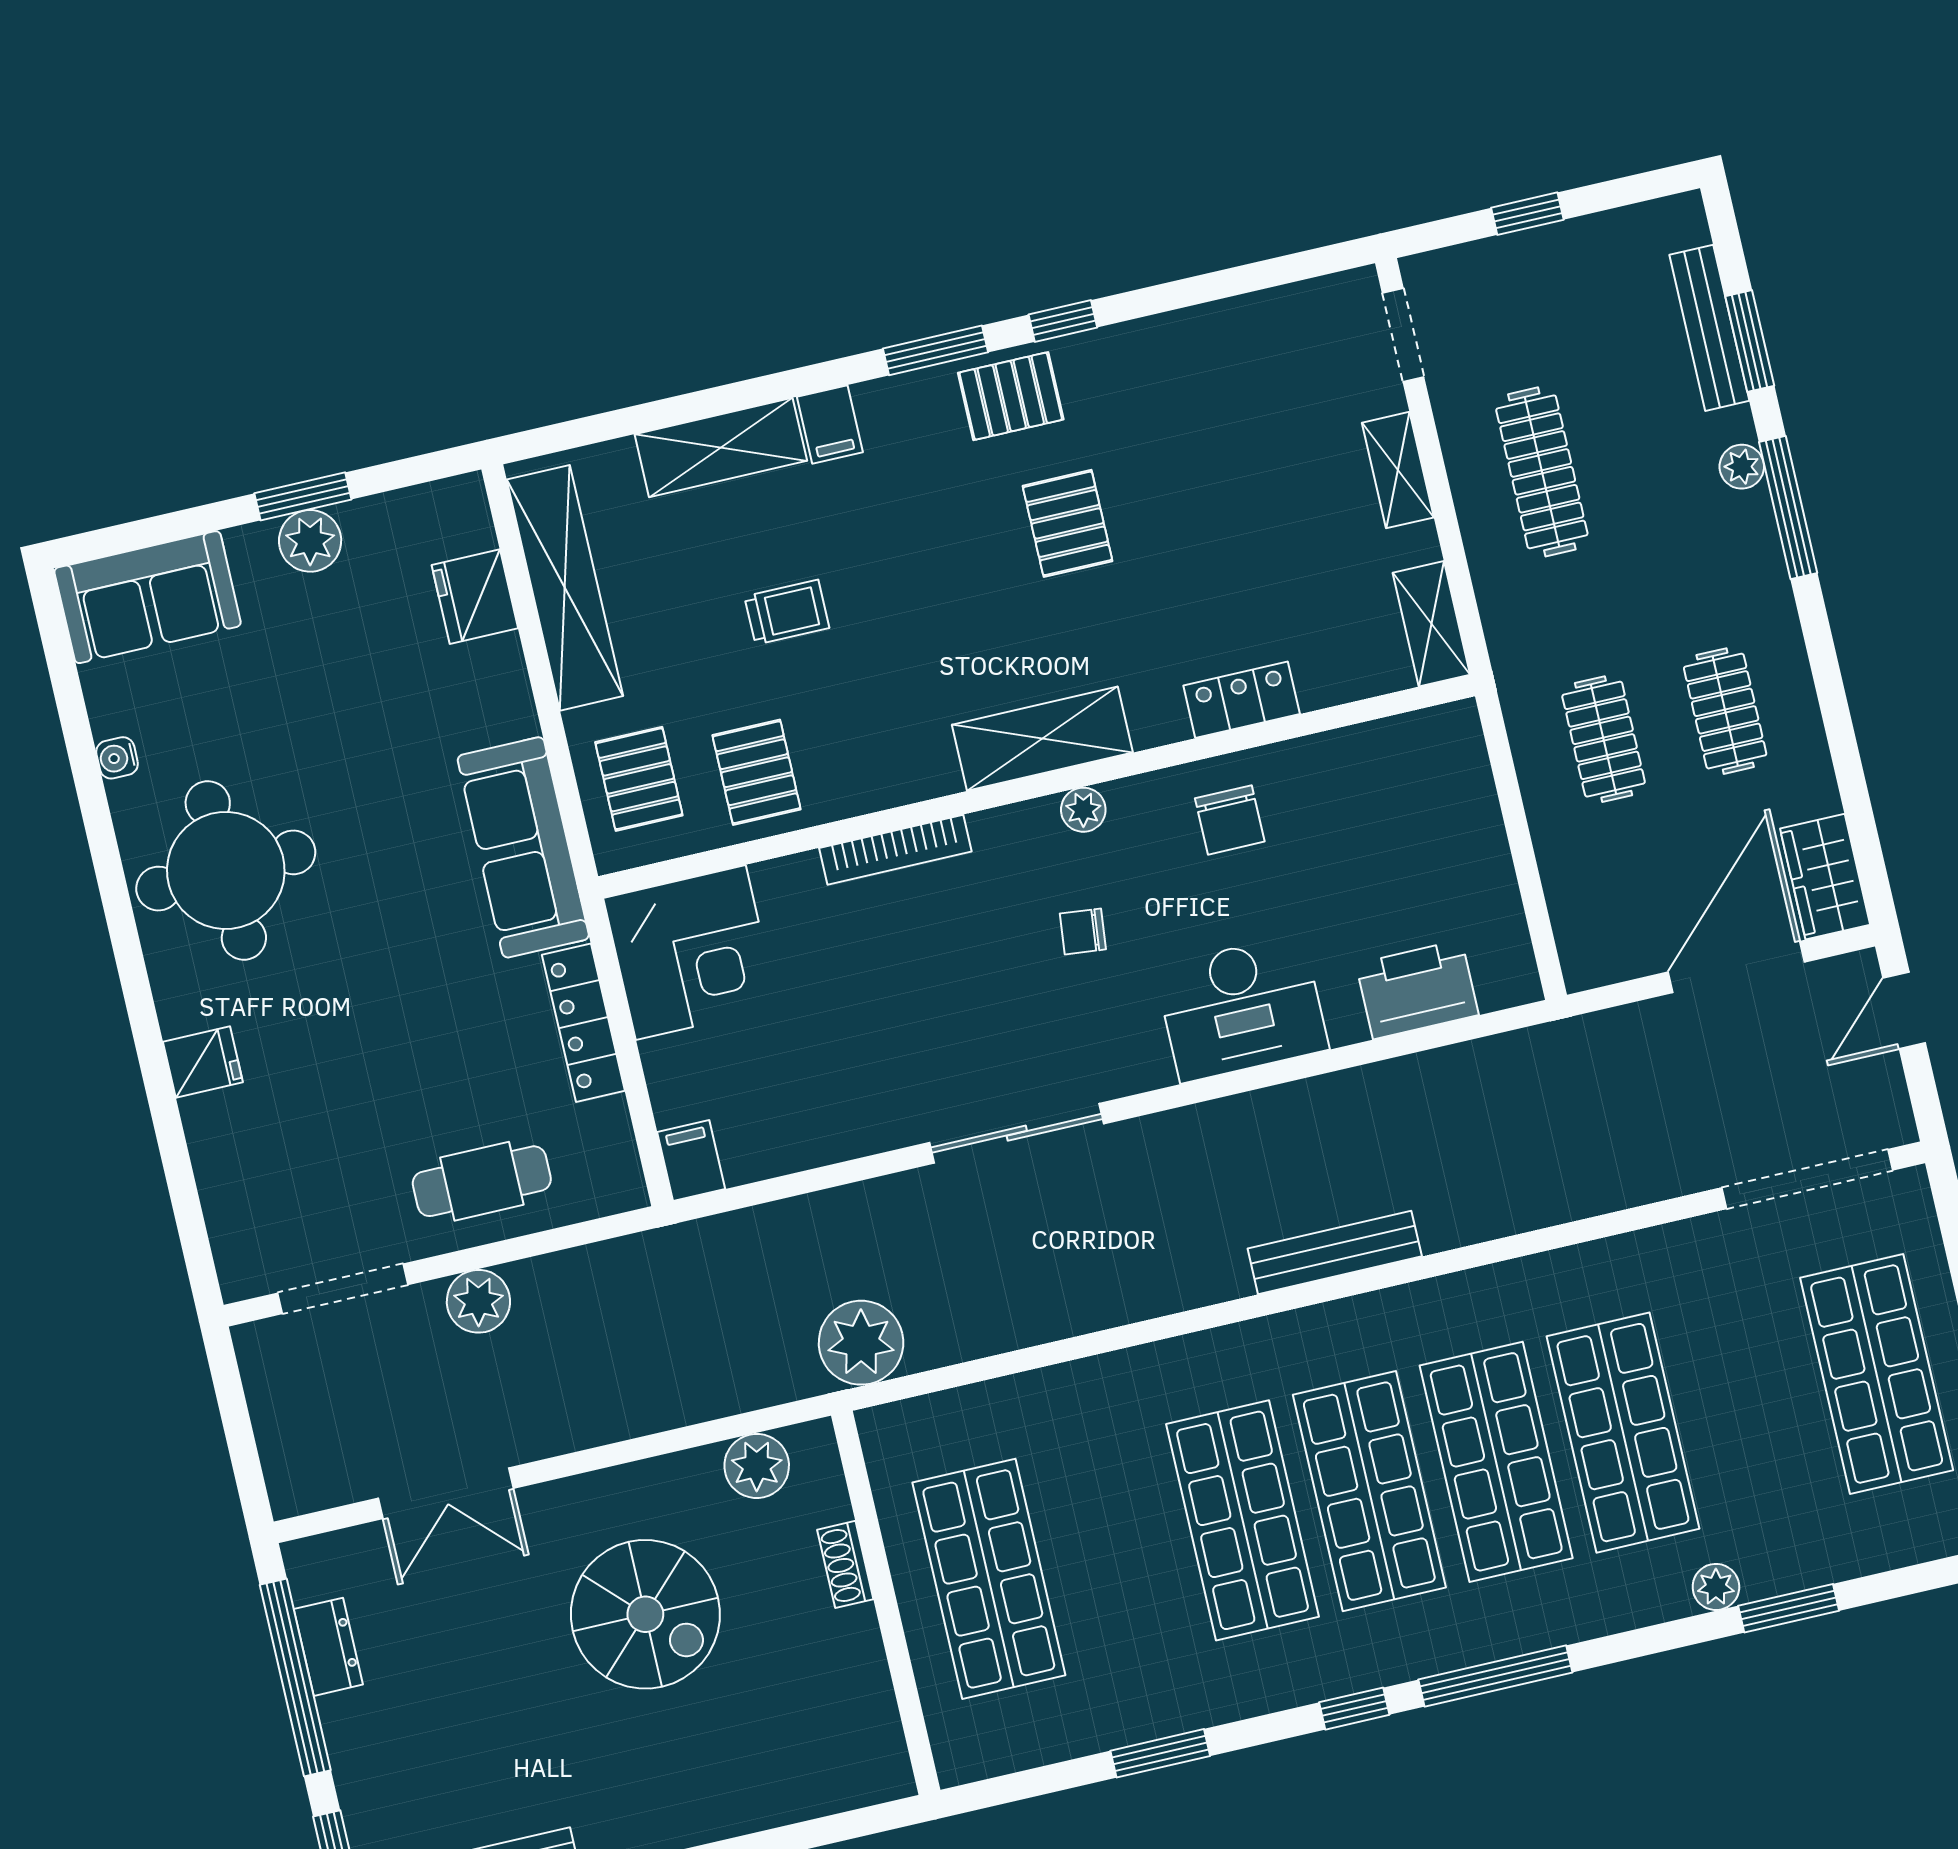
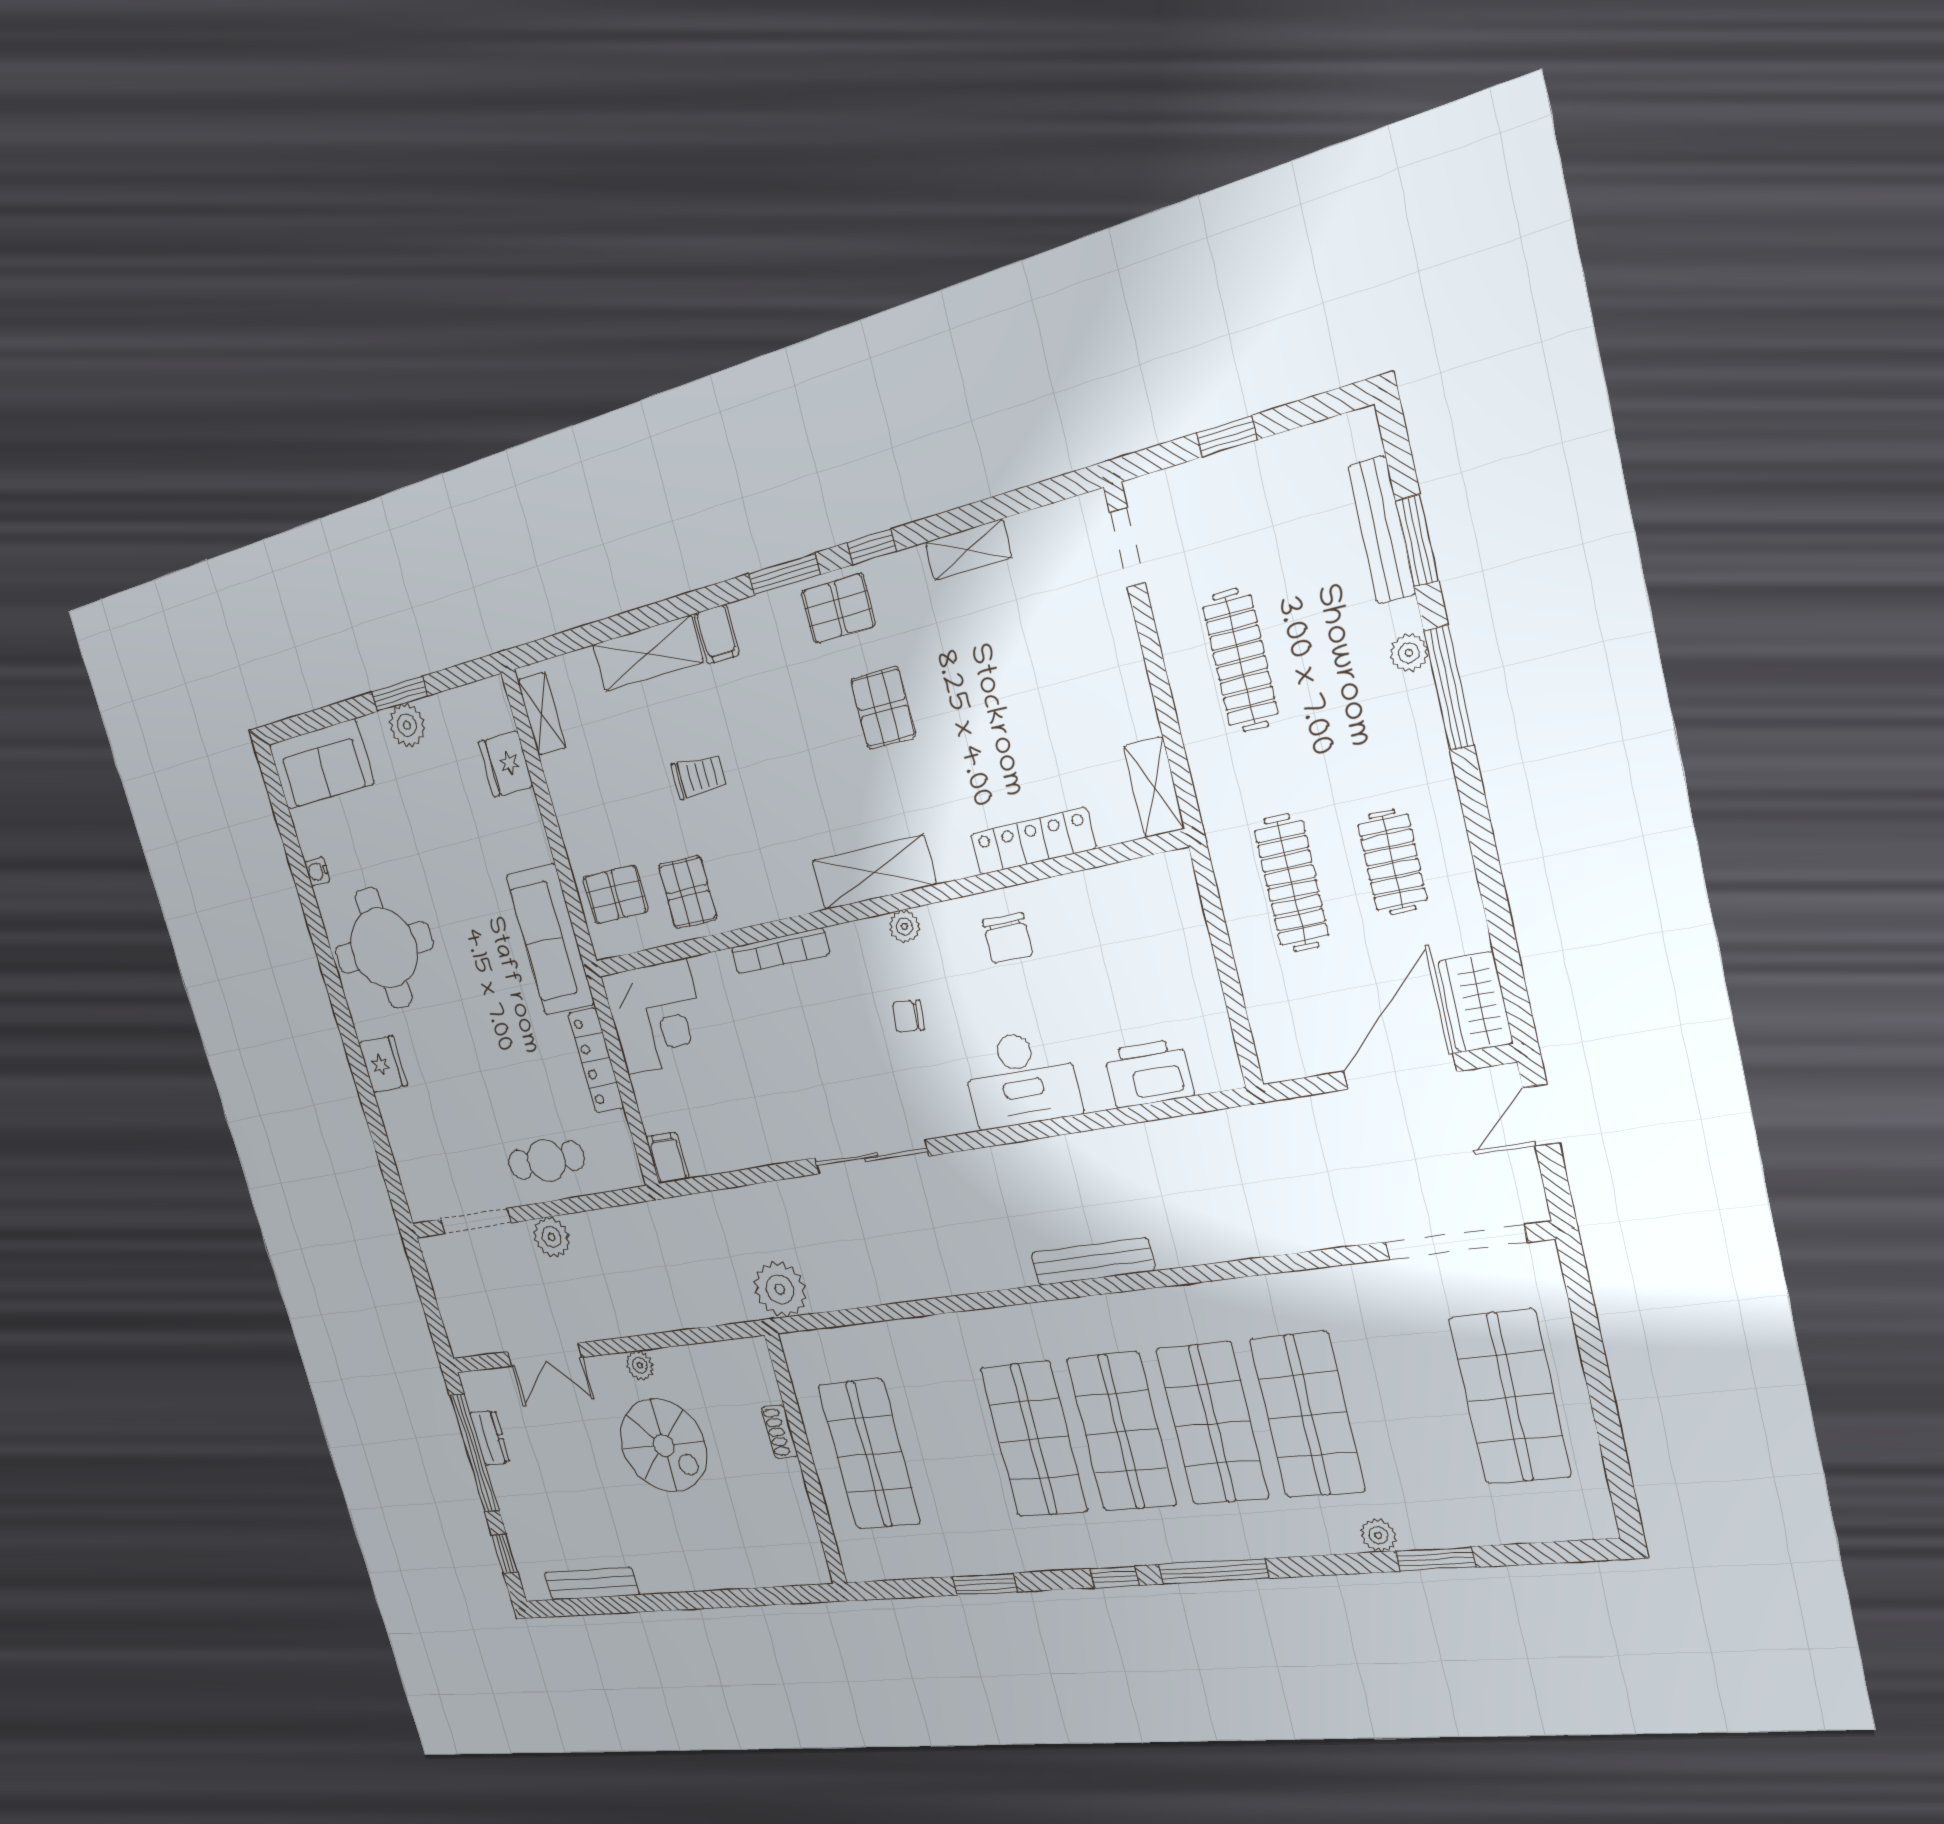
shelving: (1398, 470) -> (968, 550), moved, turned 90
shelving: (565, 588) -> (542, 714), width x0.45, depth x0.75
locker: (1242, 700) -> (1033, 841), width x1.53
clothes rail: (1604, 739) -> (1292, 883), width x1.36
pallet: (639, 779) -> (615, 895), turned 90
fridge: (203, 1062) -> (383, 1064), width x1.38
plant: (757, 1466) -> (640, 1365), moved, width x0.73, depth x0.73

